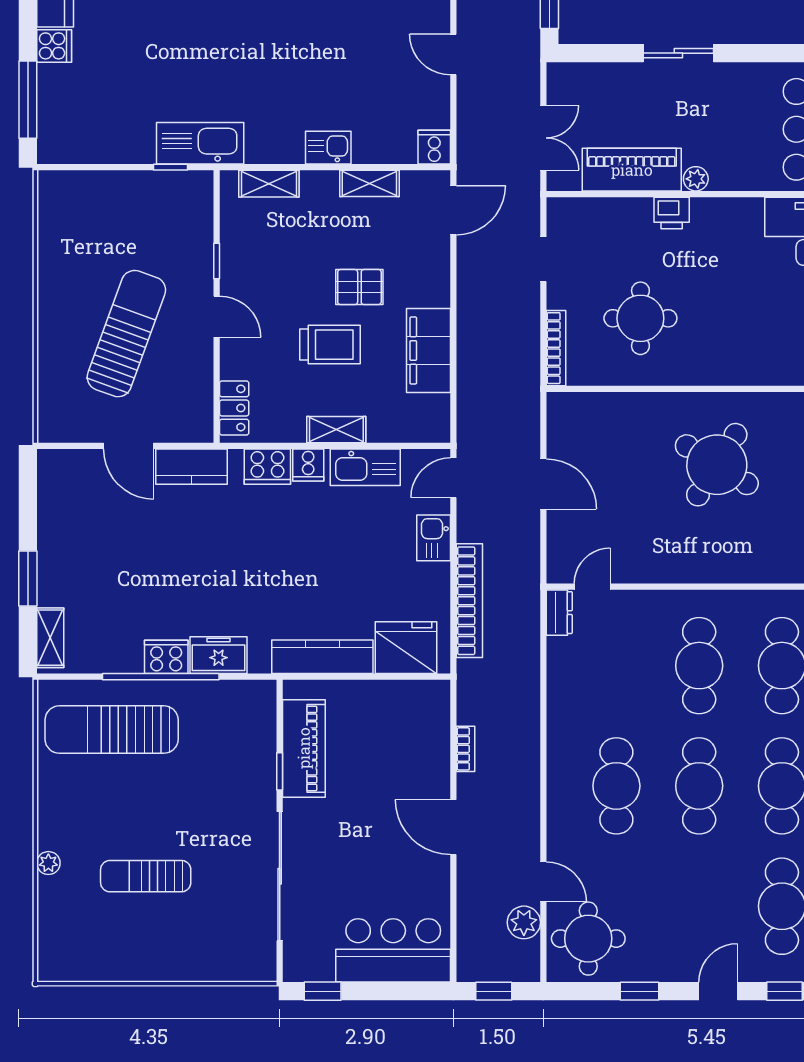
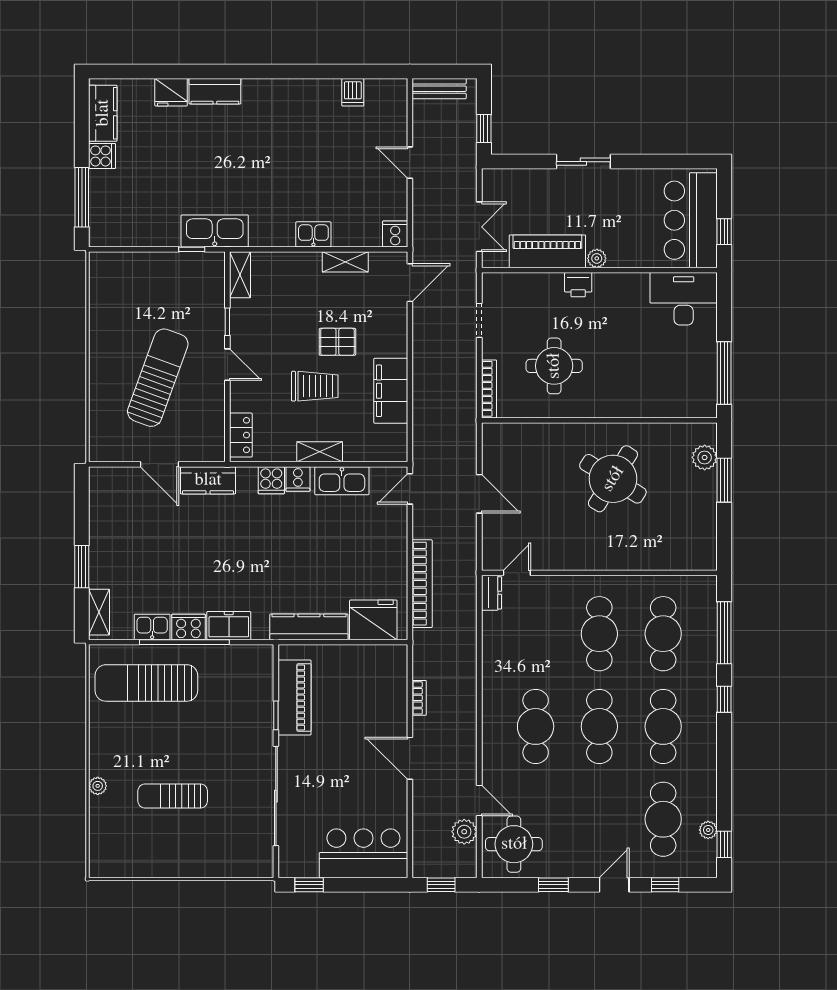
shelving: (269, 184) -> (240, 275), moved, turned 90
cooker: (267, 467) -> (271, 480), width x0.73
kitchen sink: (434, 538) -> (152, 627), moved, turned 90

